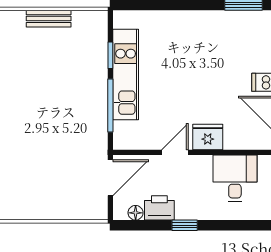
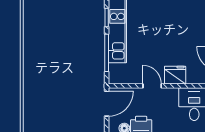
door: (175, 152) -> (152, 86), hinge flipped

